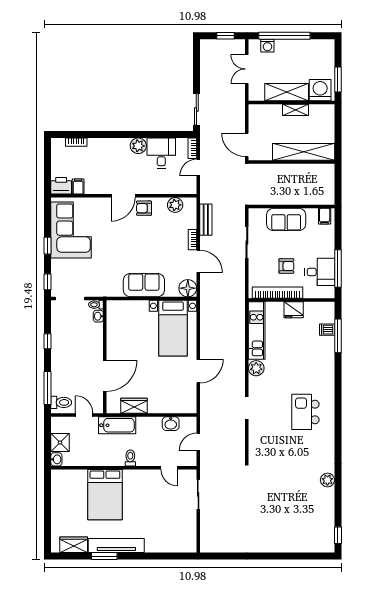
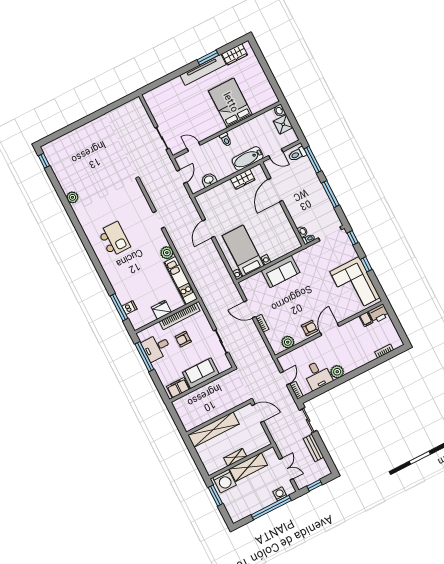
filing cabinet: (325, 216) -> (178, 388), width x2.00
bench: (206, 220) -> (314, 448), moved
floor lamp: (188, 288) -> (247, 286), removed
window: (48, 341) -> (330, 194), width x2.17

